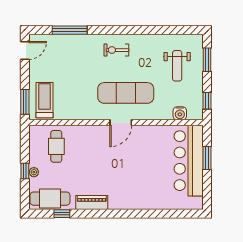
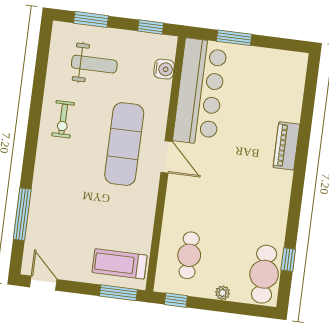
exercise bike: (116, 50) -> (63, 119), moved
cafe table: (56, 146) -> (189, 255), turned 90
bar counter: (189, 161) -> (200, 92), moved, turned -90
window: (25, 171) -> (176, 300), moved
piano: (92, 203) -> (286, 146), moved

